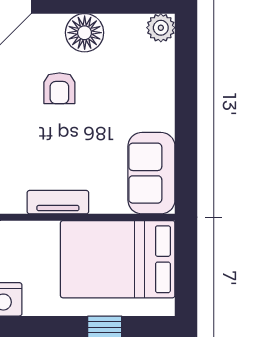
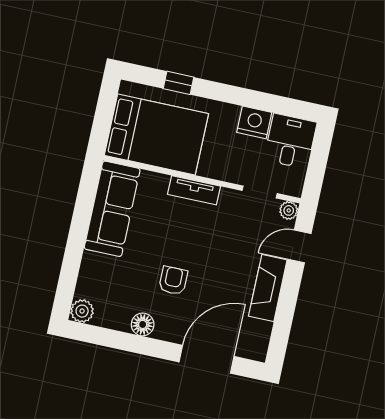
floor lamp: (85, 33) -> (143, 324), width x0.73, depth x0.73
sofa: (151, 173) -> (112, 209), width x1.36

